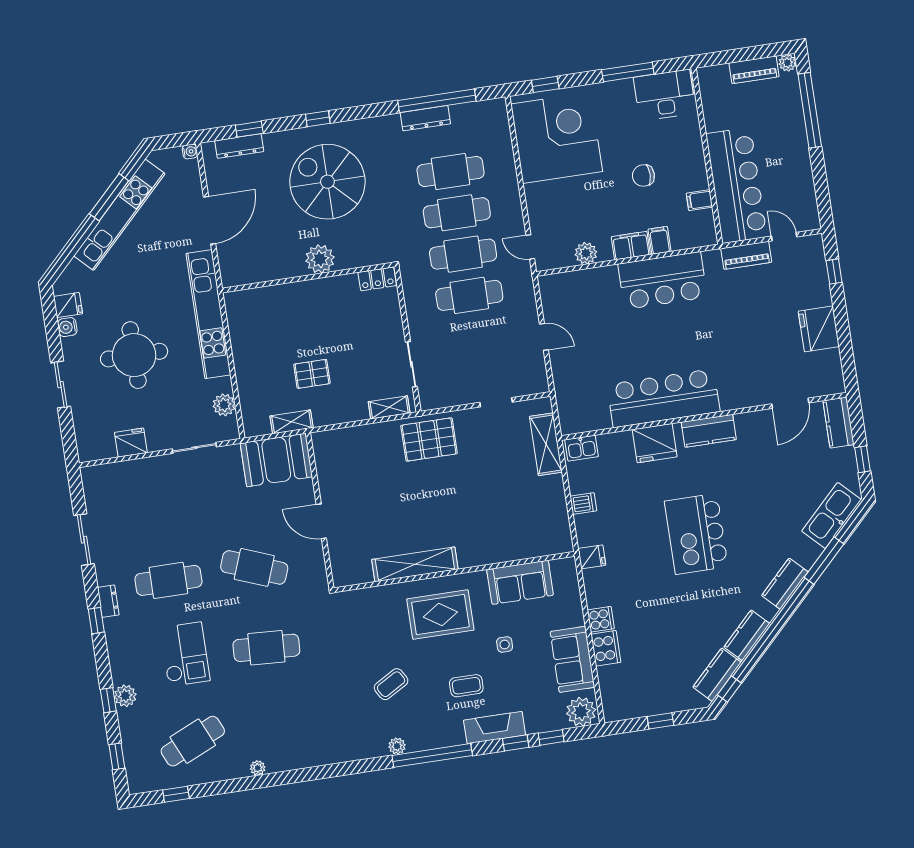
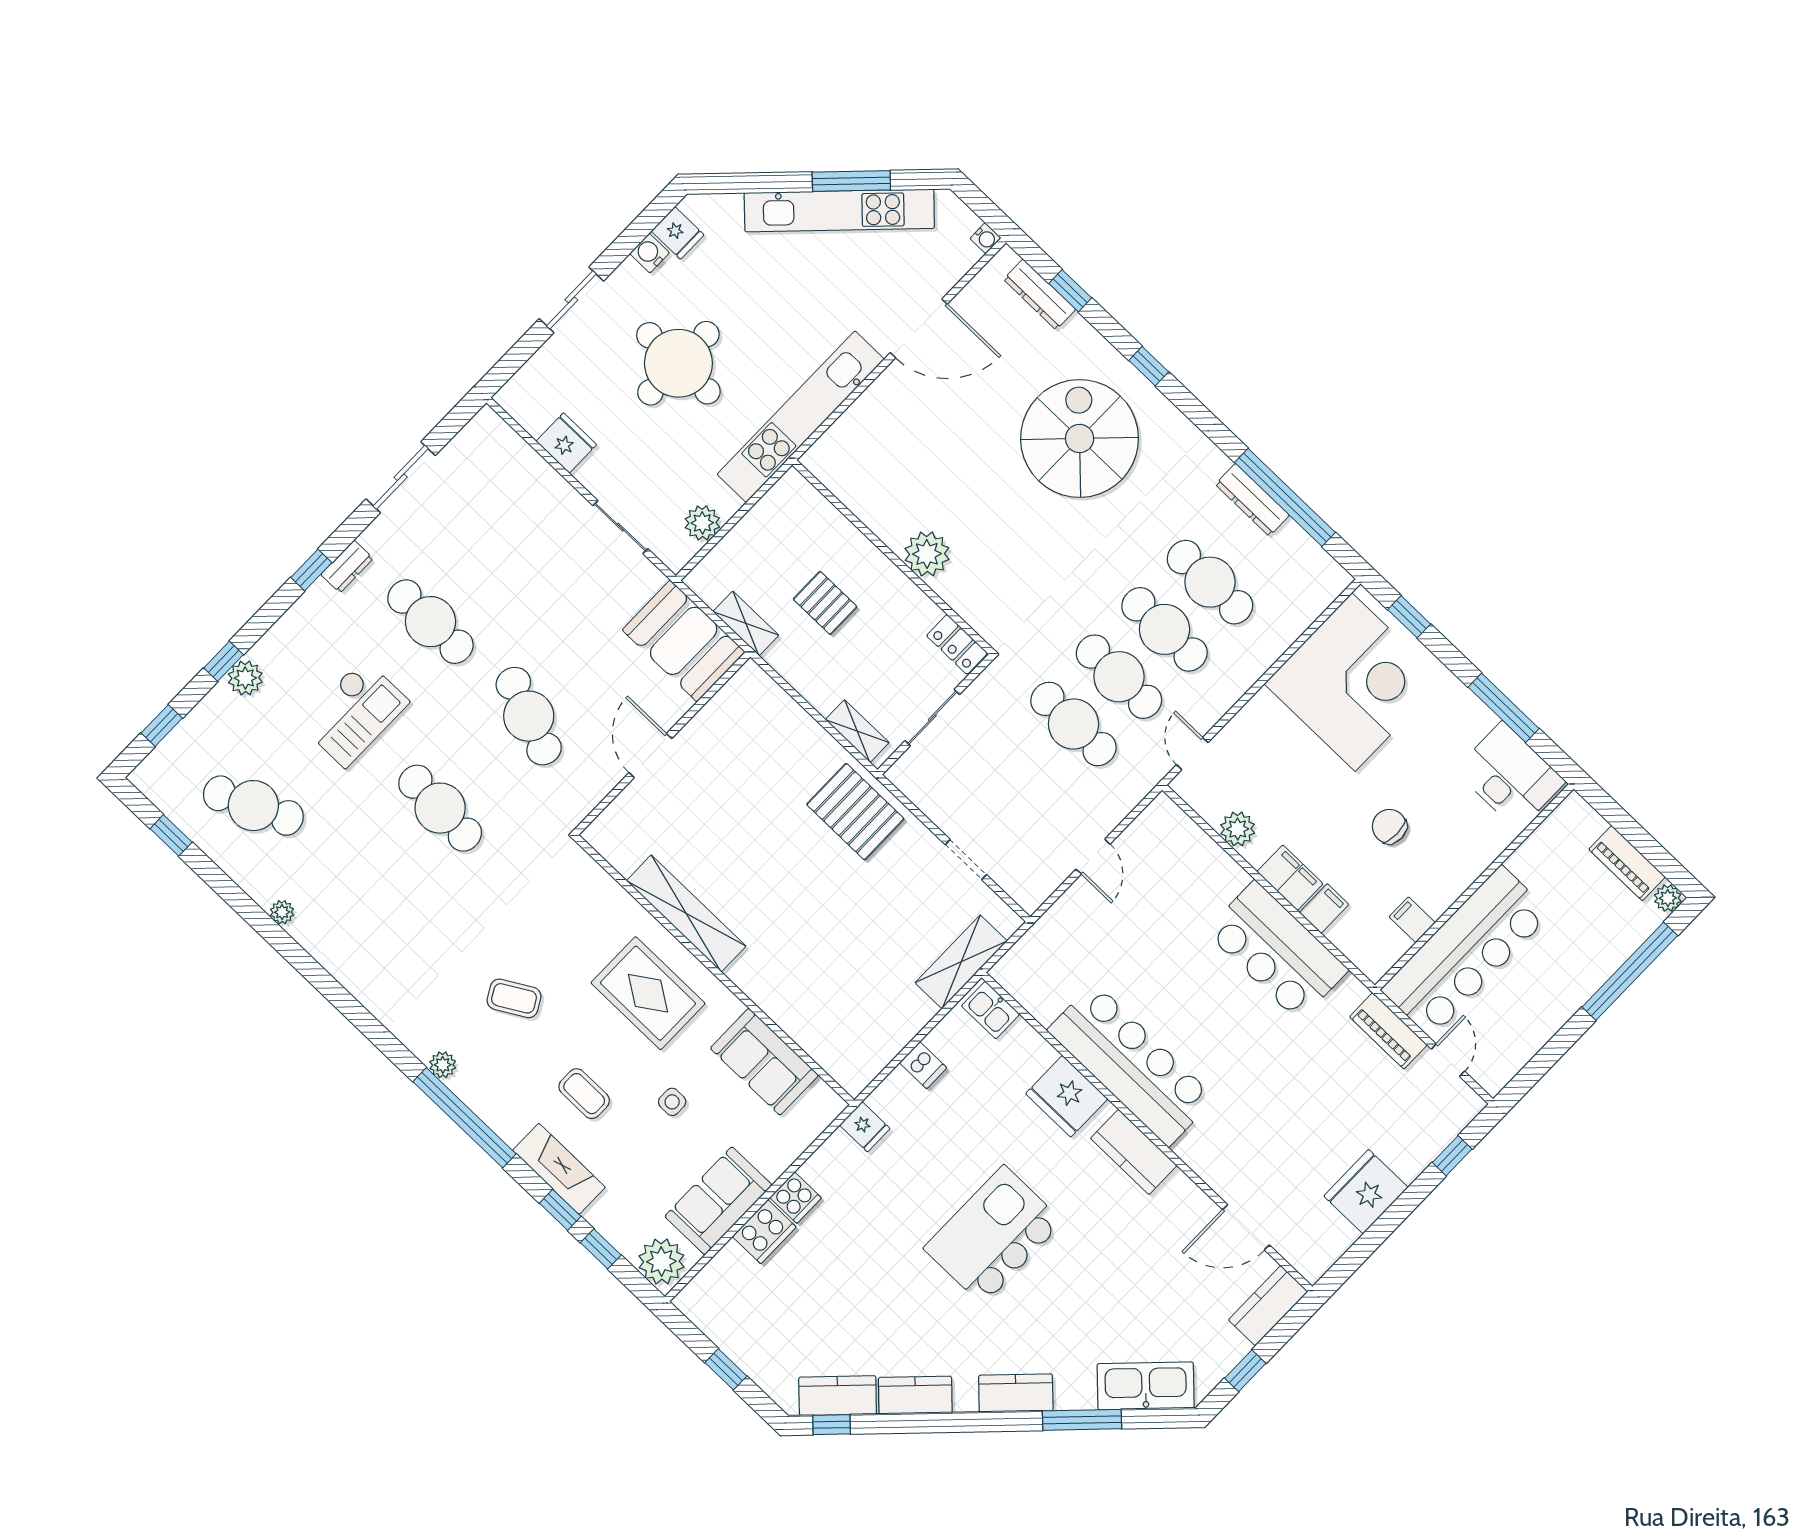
plant: (320, 259) -> (927, 554), moved
wall: (308, 278) -> (893, 557), moved
locker: (377, 279) -> (957, 644), moved

